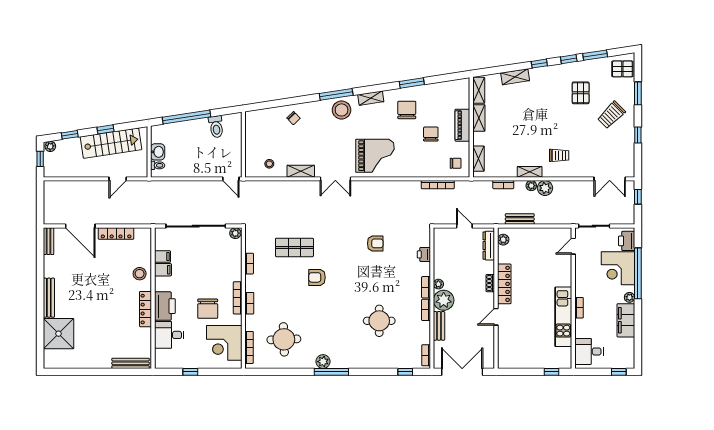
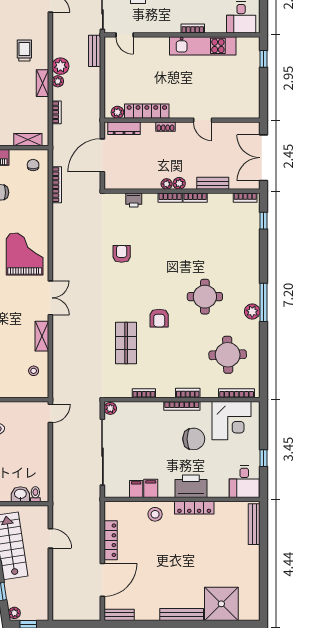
bench: (520, 219) -> (95, 51), moved
door: (464, 226) -> (102, 155), width x1.88
locker: (504, 284) -> (147, 111), moved
plant: (444, 300) -> (179, 183), width x0.53, depth x0.53
round table: (379, 321) -> (205, 297), moved
desk: (169, 335) -> (244, 482), moved

